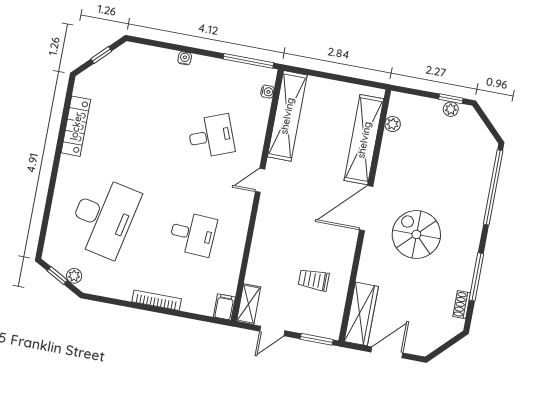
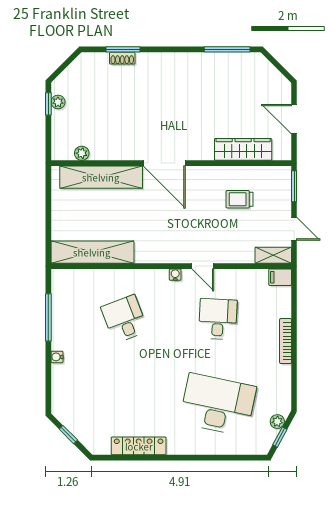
window: (248, 61) -> (48, 317), moved
water cooler: (267, 92) -> (175, 275), moved
door: (260, 180) -> (203, 266), moved
window: (493, 187) -> (123, 49), width x0.47
spiral stairs: (416, 234) -> (180, 112), removed
window: (476, 277) -> (227, 49), moved
trolley: (314, 280) -> (240, 199), turned 90
shoe rack: (462, 305) -> (122, 58), moved
wardrobe: (361, 314) -> (243, 149), moved

